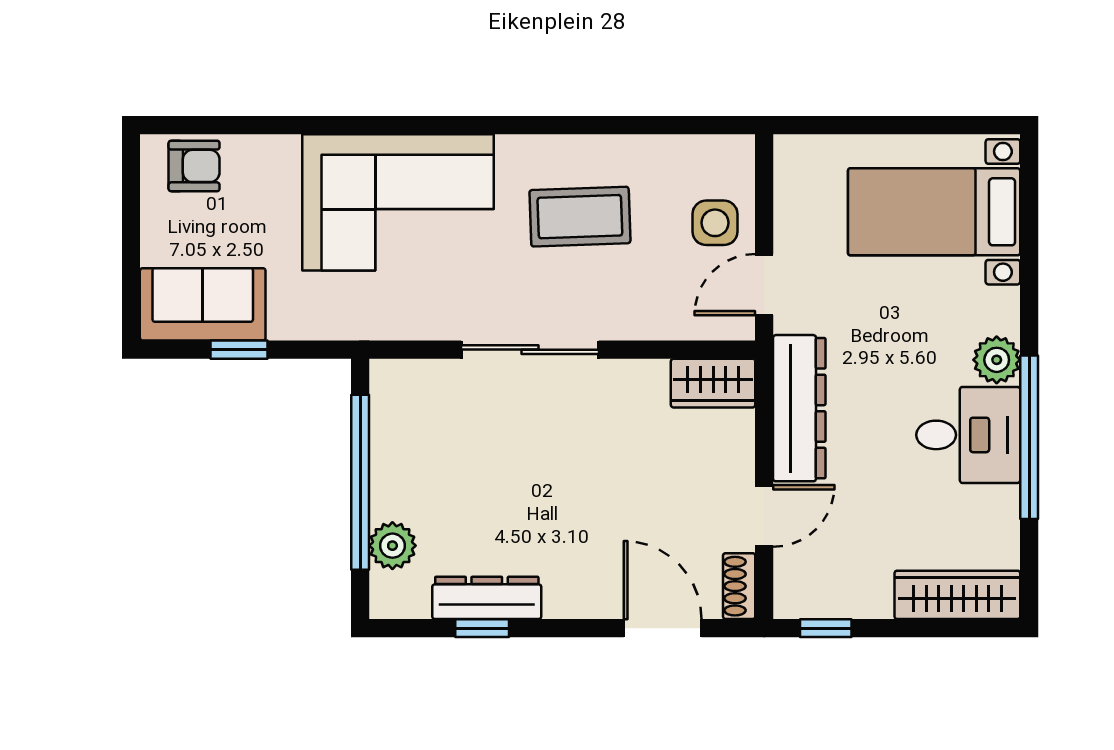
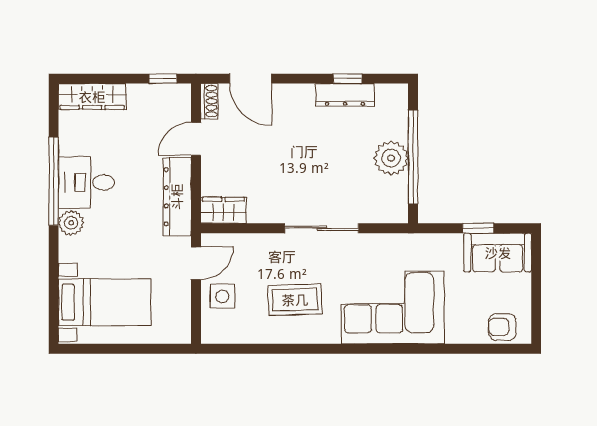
plant: (392, 546) -> (391, 158), moved, width x1.36, depth x1.36

